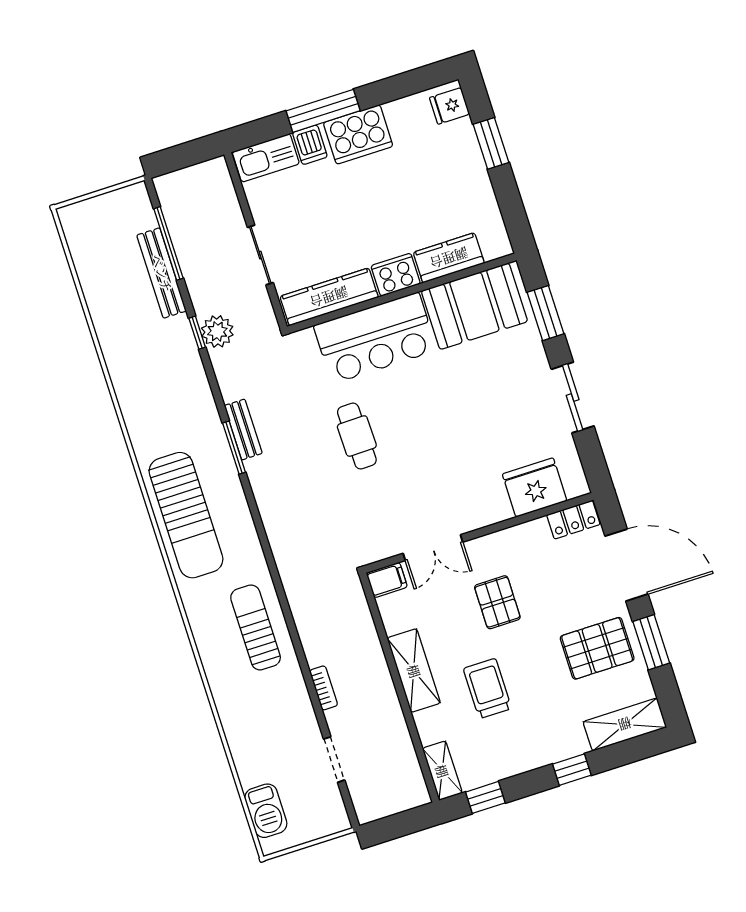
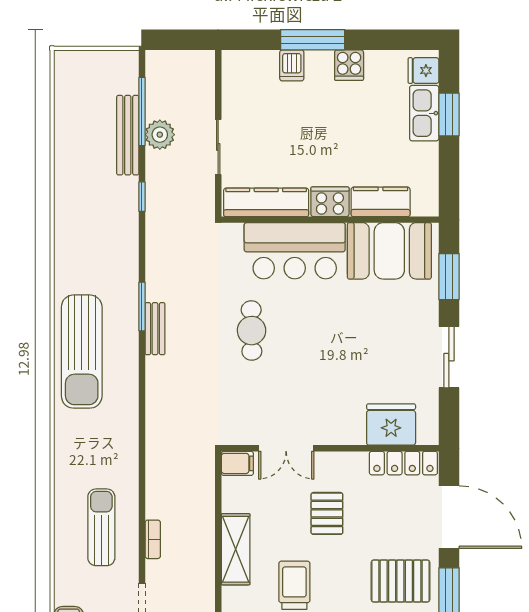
cooker: (358, 134) -> (349, 65), width x0.53, depth x0.76
kitchen sink: (266, 158) -> (424, 113), moved, turned 90
plant: (217, 331) -> (160, 135), moved
bench: (243, 429) -> (155, 329), moved
locker: (573, 520) -> (403, 463), width x1.53
sun lounger: (256, 627) -> (101, 527), moved

